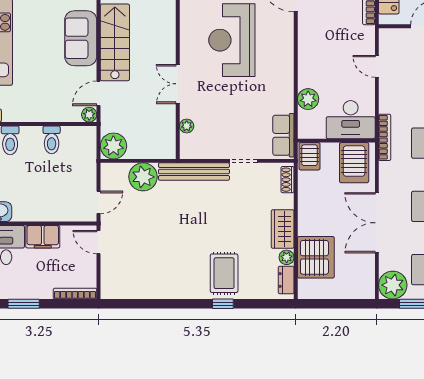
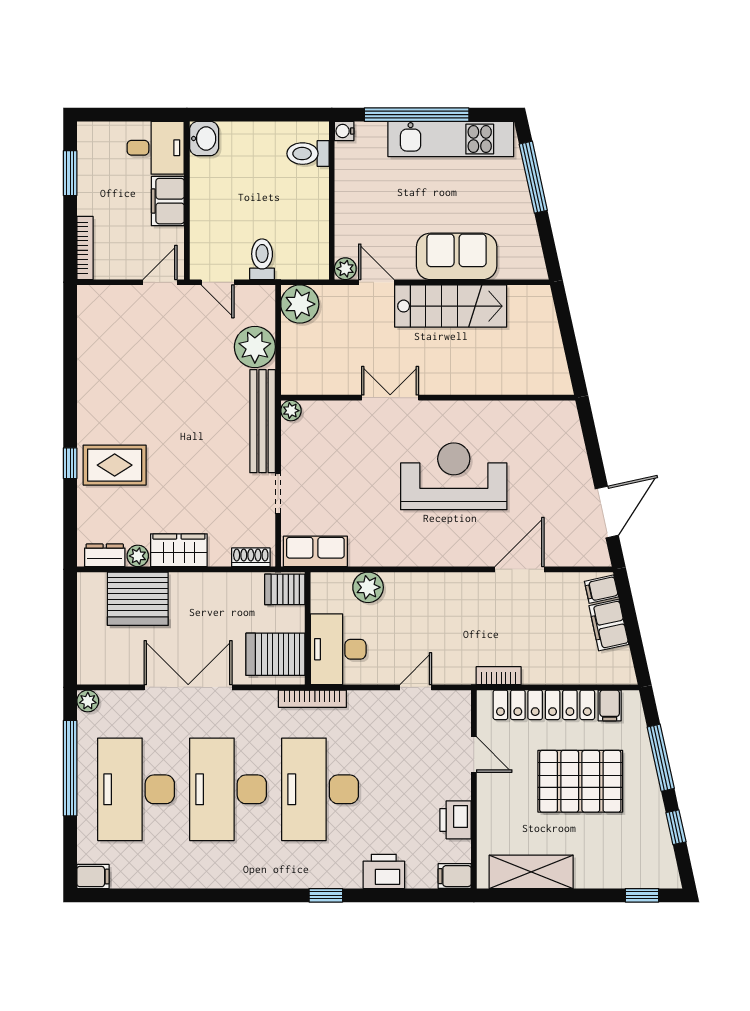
plant: (187, 126) -> (291, 411), moved
toilet: (52, 140) -> (262, 259), moved, turned 90
plant: (393, 285) -> (88, 701), width x0.53, depth x0.53

